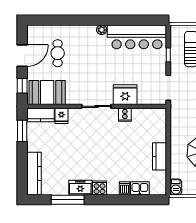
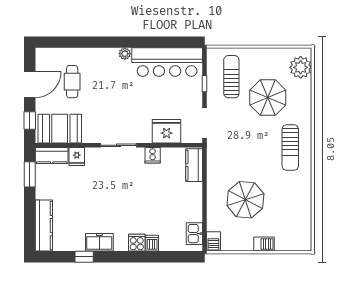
fridge: (125, 95) -> (167, 131), moved
kitchen counter: (160, 156) -> (194, 165), moved
cooker: (99, 188) -> (137, 243), moved
kitchen sink: (140, 188) -> (194, 234), moved, turned -90
window: (68, 200) -> (84, 257), width x0.46

